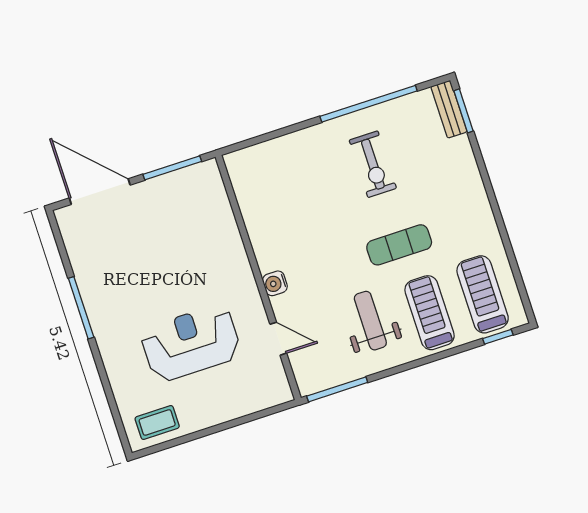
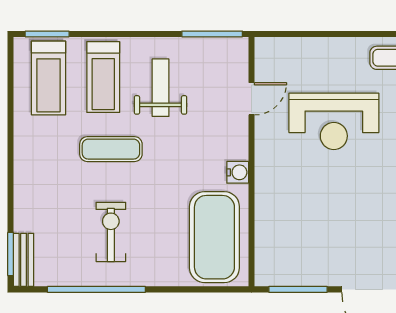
exercise mat: (270, 192) -> (214, 237), added
water cooler: (275, 283) -> (238, 172), moved
weight bench: (370, 321) -> (161, 88), turned 180
window: (498, 337) -> (47, 34), width x1.50
door: (278, 339) -> (251, 99), swing flipped

